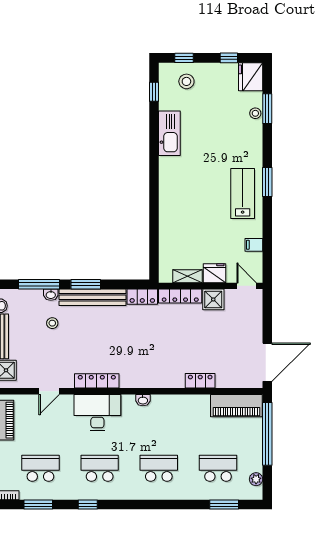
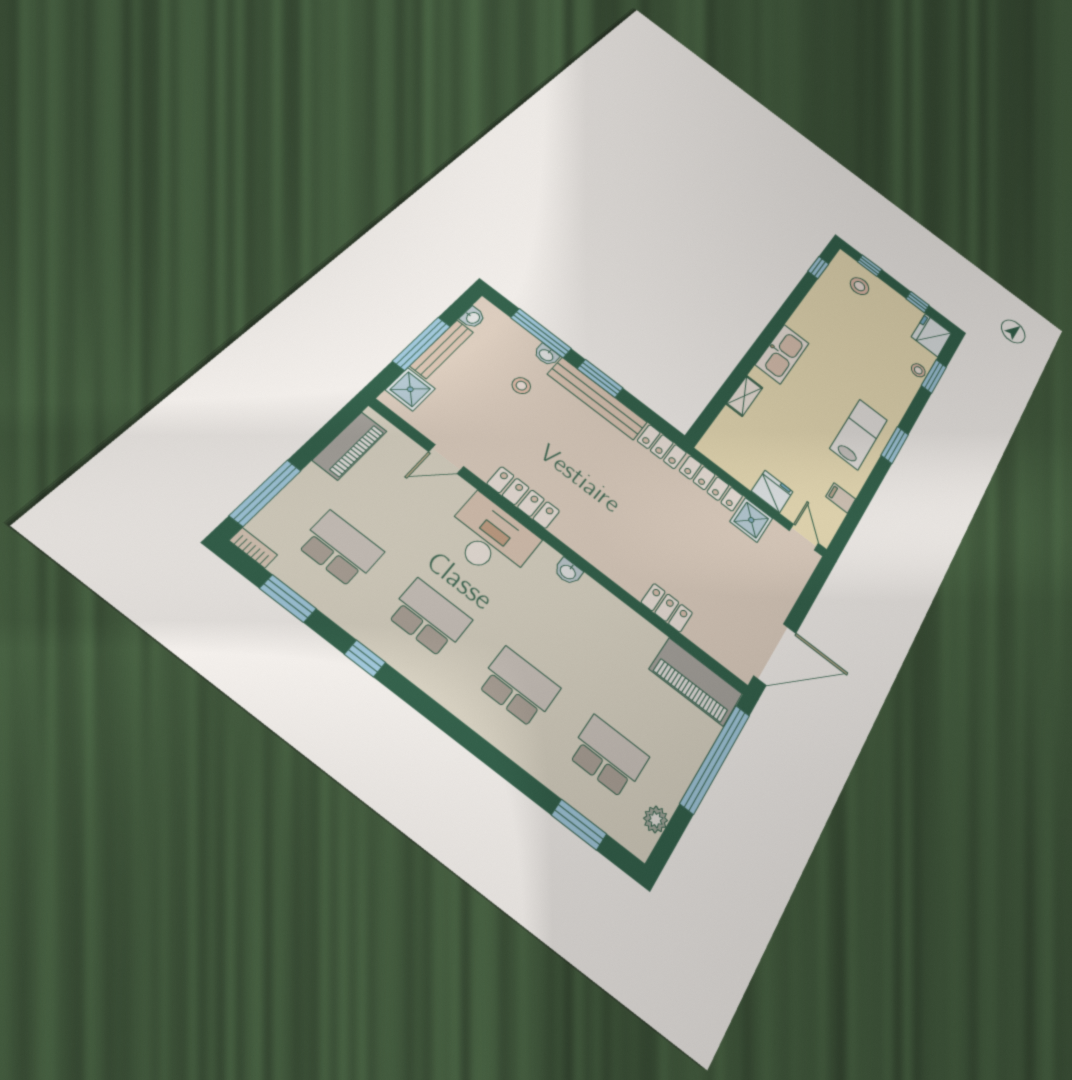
kitchen sink: (169, 133) -> (782, 354), moved
shelving: (188, 276) -> (745, 396), moved, turned 90

